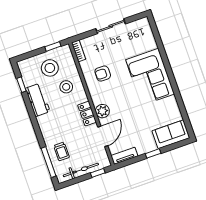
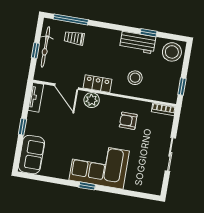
stool: (50, 68) -> (172, 52), moved
armchair: (103, 74) -> (128, 121), turned -90
window: (171, 77) -> (87, 186), added
window: (21, 85) -> (149, 33), moved
window: (98, 173) -> (35, 50), moved

